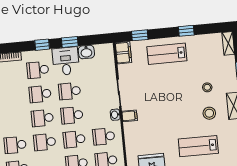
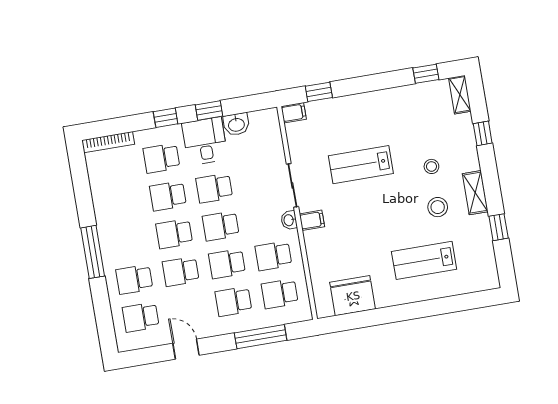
window: (186, 31) -> (426, 74), moved
filing cabinet: (123, 53) -> (294, 113), width x0.50
lab bench: (167, 54) -> (361, 165), moved

